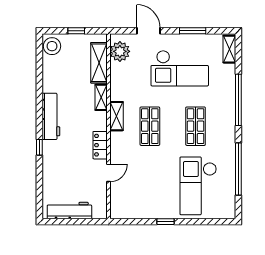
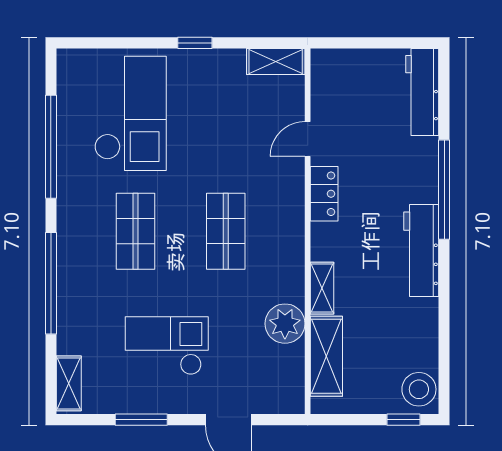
window: (76, 31) -> (403, 420), moved
plant: (120, 51) -> (285, 324), moved
checkout: (180, 68) -> (167, 346), width x0.73, depth x0.83
shelving: (116, 116) -> (276, 61), moved, turned 90
window: (39, 147) -> (444, 190), width x3.17
workbench: (69, 210) -> (422, 92), moved, turned 90

